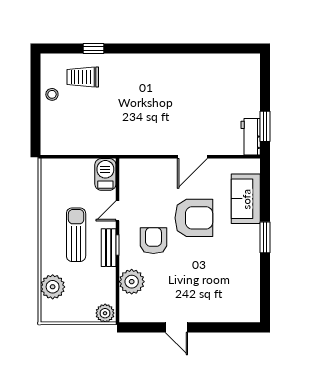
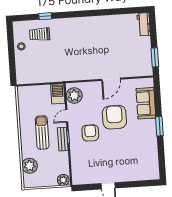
workbench: (251, 137) -> (144, 24), moved
armchair: (194, 218) -> (114, 117), turned -90
plant: (132, 282) -> (74, 95), moved

